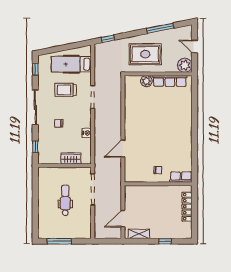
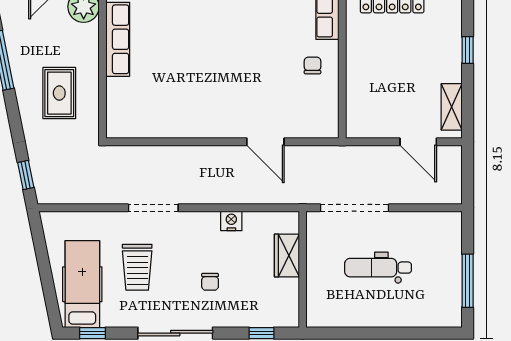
rug: (145, 54) -> (59, 93), width x0.73, depth x0.70
hospital bed: (71, 64) -> (82, 284), moved, turned 180
plant: (146, 81) -> (118, 90), removed

